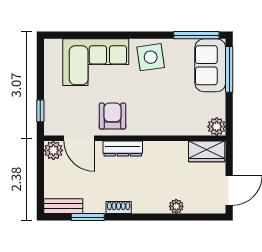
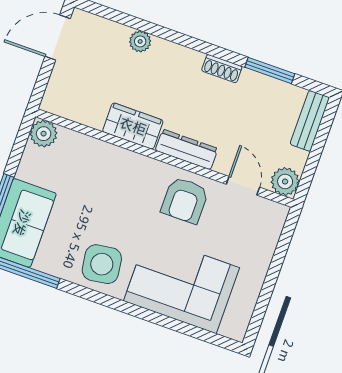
window: (40, 111) -> (284, 243), removed
door: (79, 138) -> (243, 186), width x0.73
wardrobe: (207, 151) -> (133, 126), moved
bench: (63, 206) -> (310, 121), moved, turned 90

